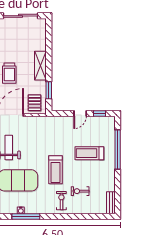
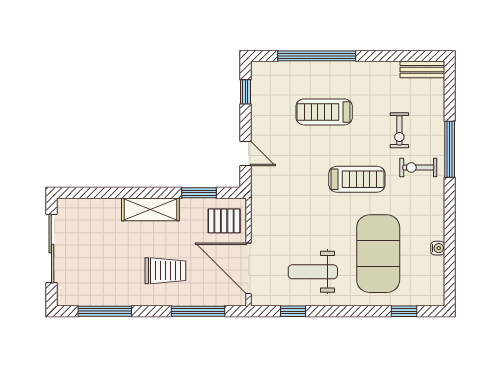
door: (80, 114) -> (245, 153), moved
treadmill: (89, 153) -> (324, 112), turned 90
window: (26, 216) -> (450, 149), moved

